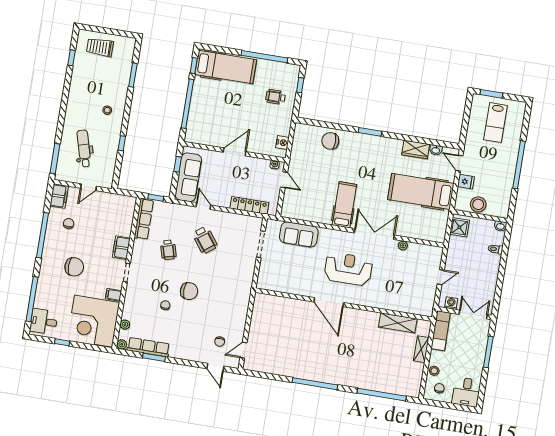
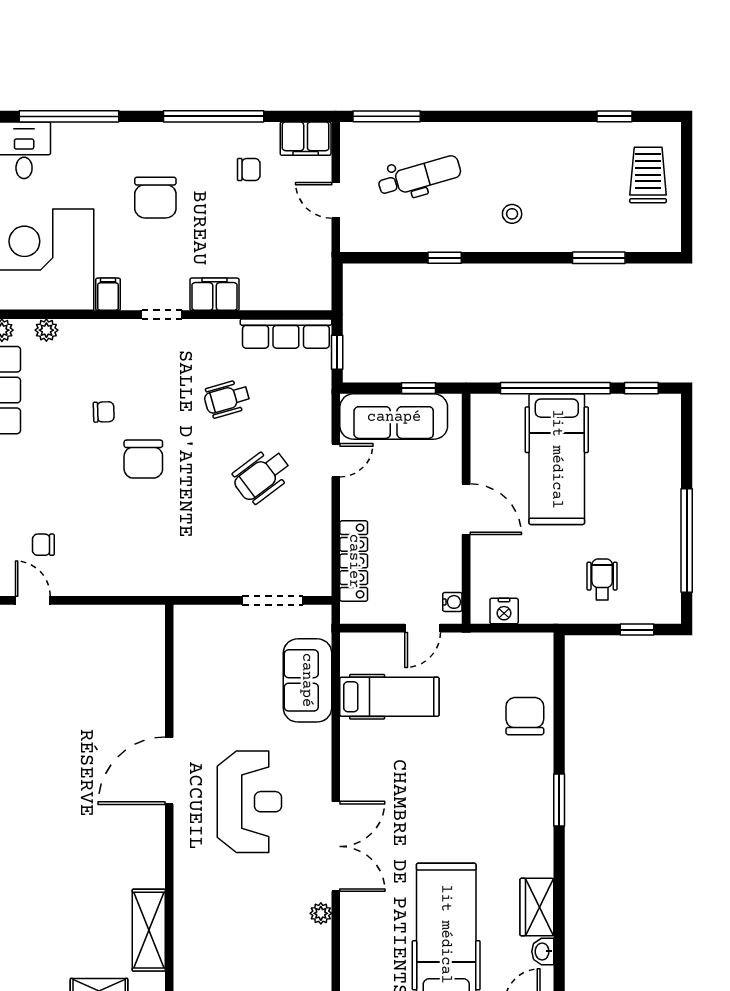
hospital bed: (226, 67) -> (557, 459), moved
hospital bed: (344, 205) -> (389, 697), moved

